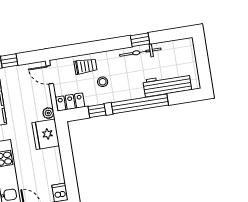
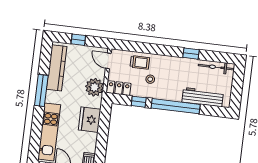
bicycle: (140, 52) -> (216, 67), moved
plant: (48, 113) -> (94, 87), width x1.88, depth x1.88
fridge: (46, 134) -> (90, 120), moved

